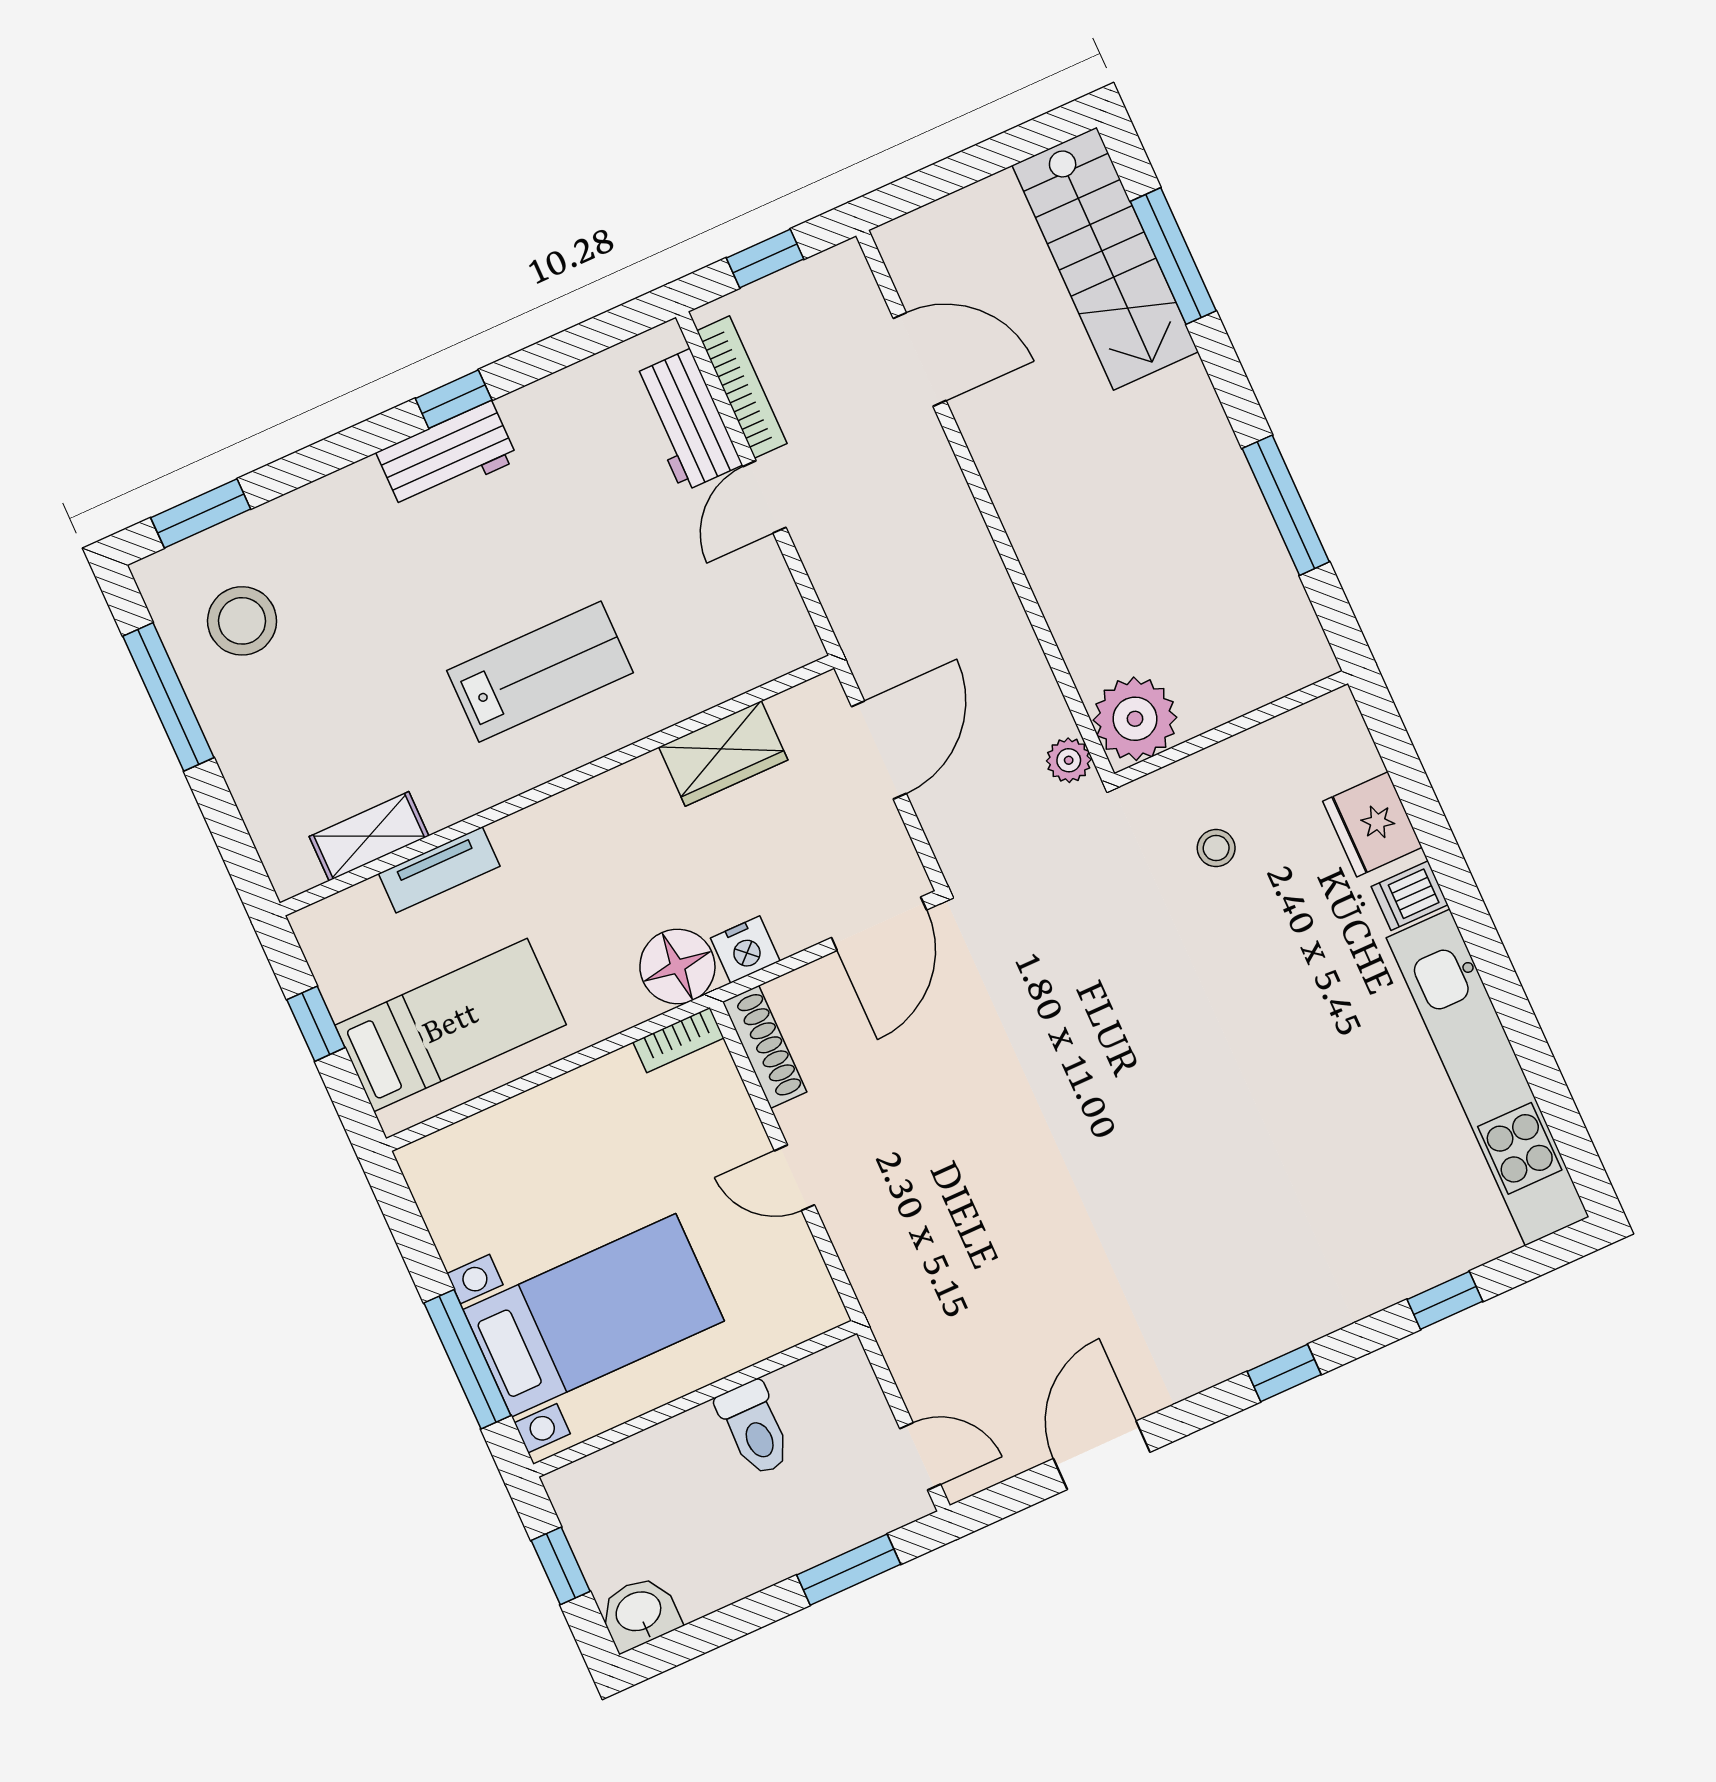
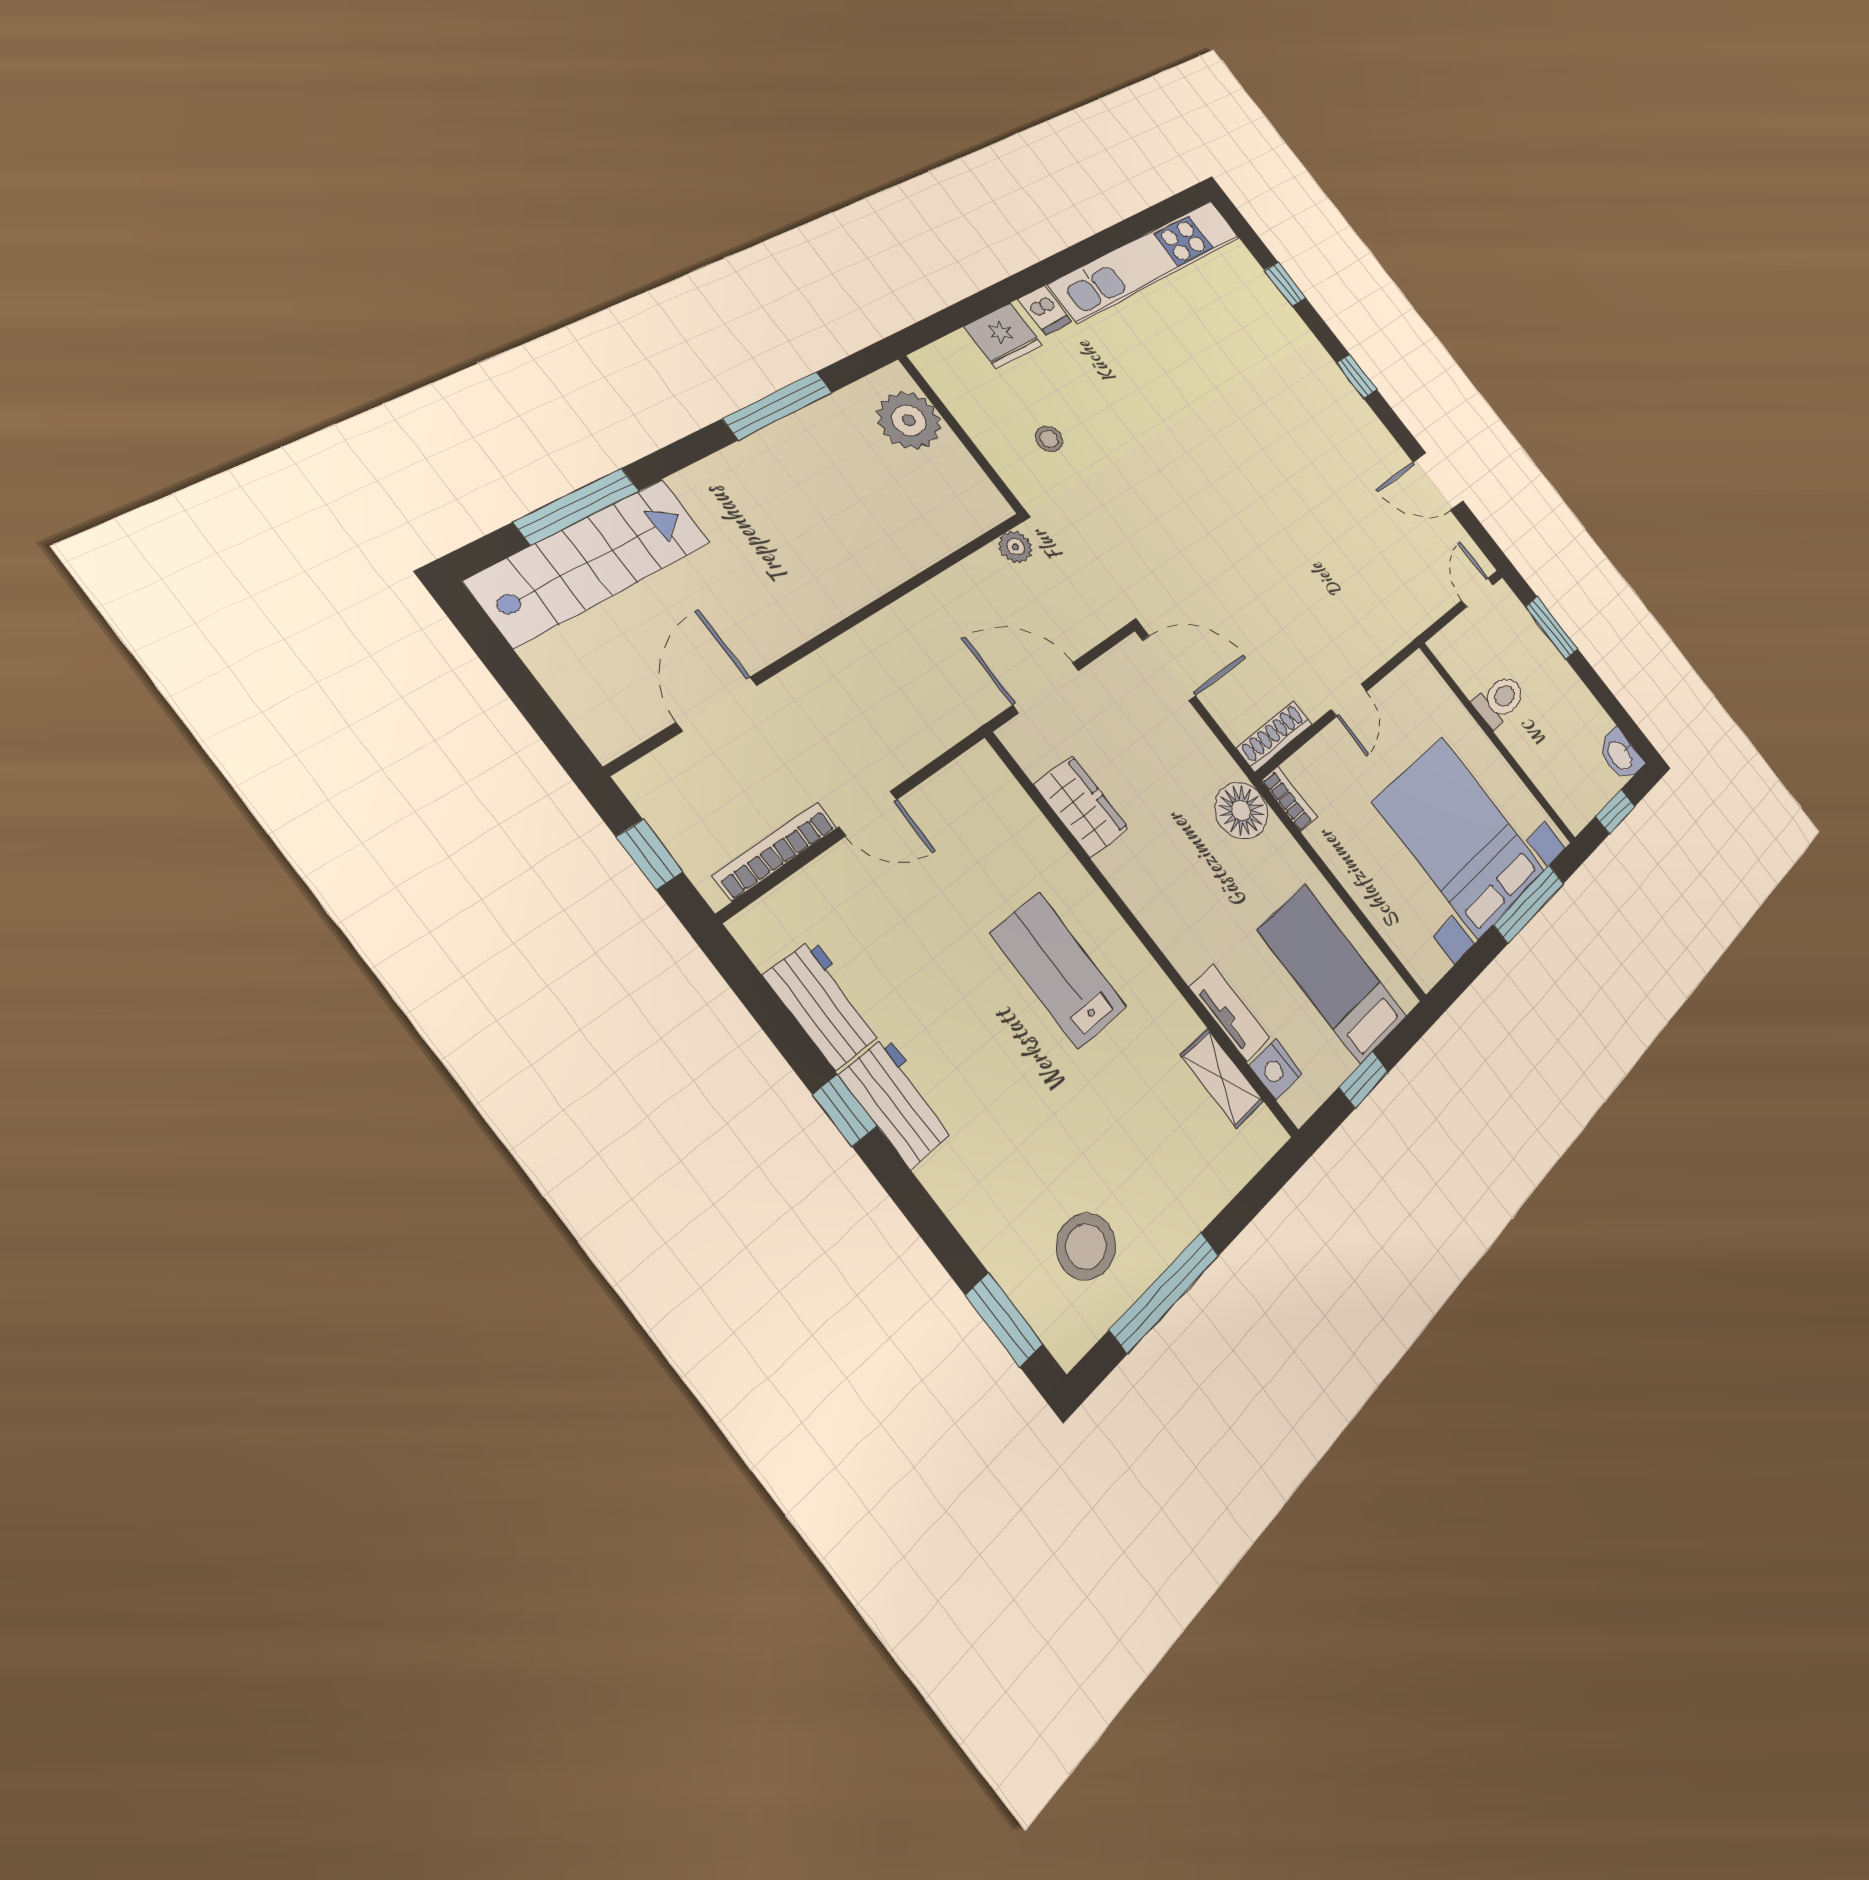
workbench: (686, 420) -> (824, 1004), moved, turned -90
plant: (1135, 719) -> (909, 420), moved
nightstand: (745, 949) -> (1276, 1069), moved, turned 180
bed with nightstands: (594, 1315) -> (1459, 837), width x1.36

